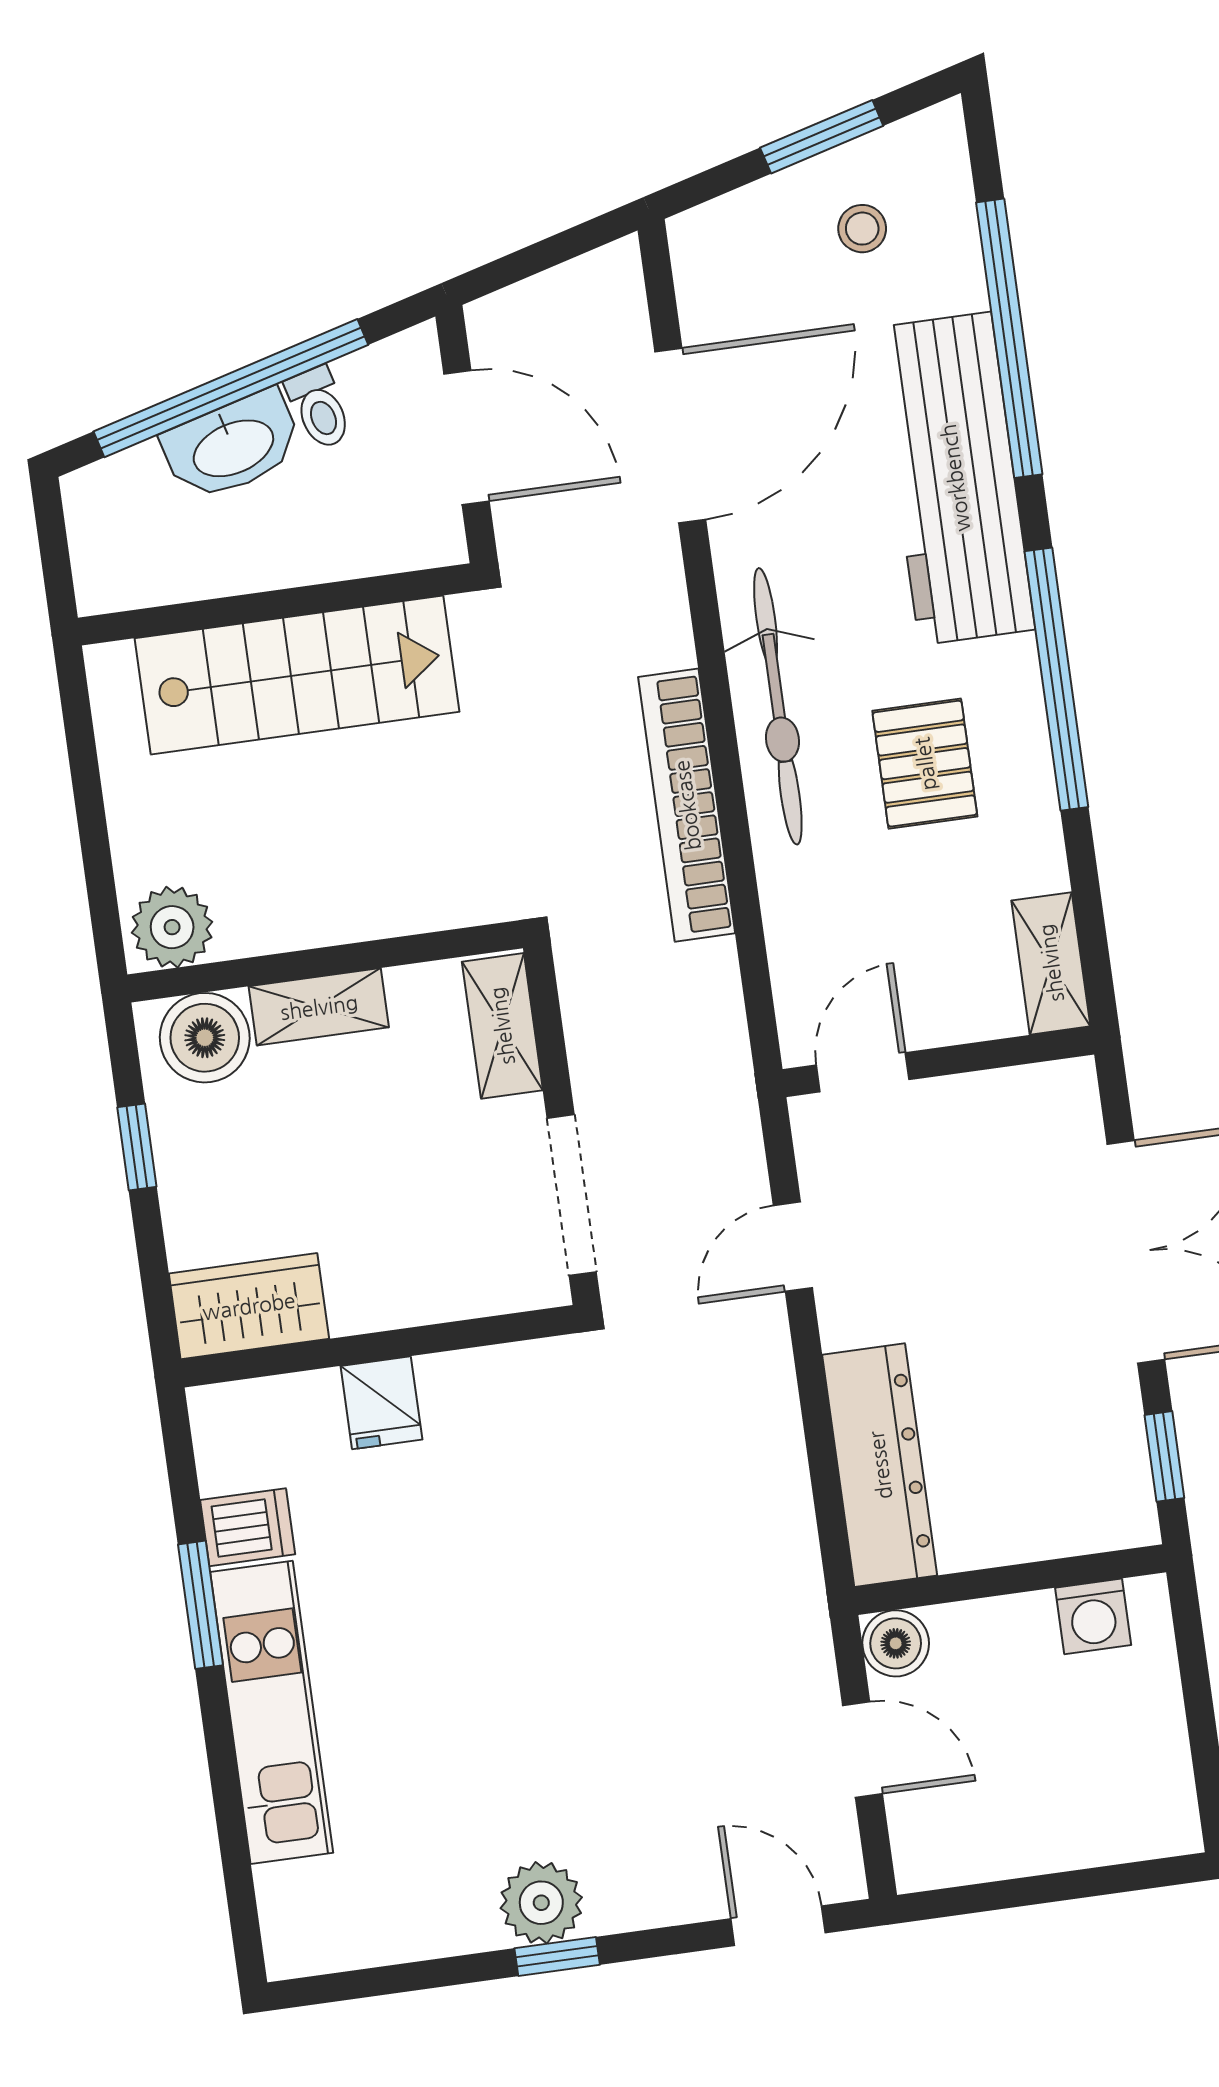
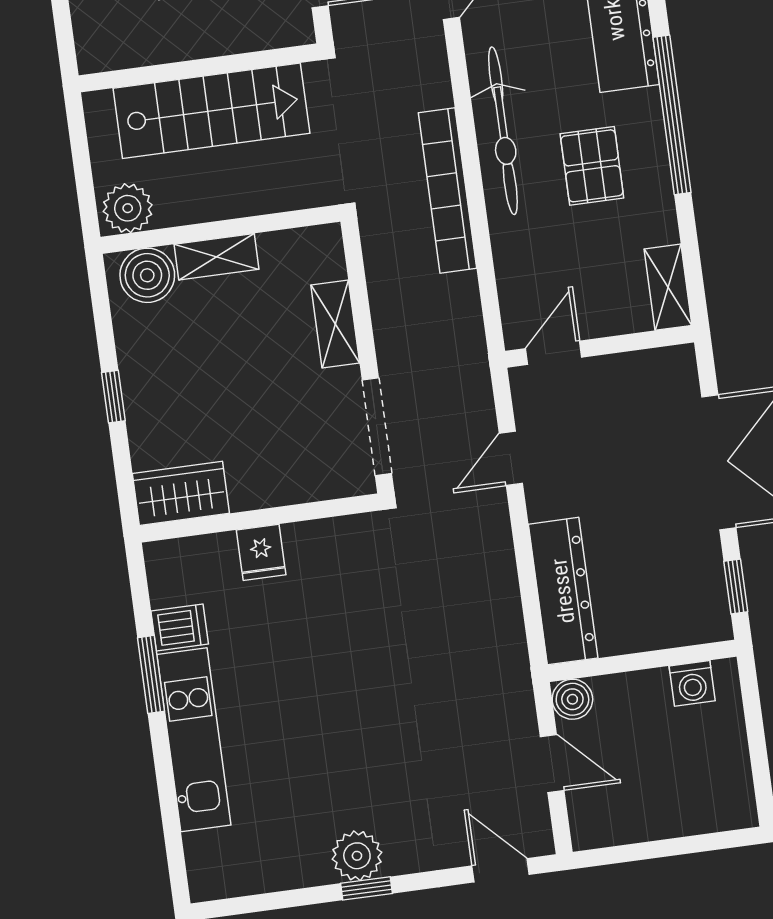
plant: (172, 927) -> (128, 208), moved
wall: (325, 961) -> (220, 229), moved
shelving: (319, 1007) -> (216, 257), moved
boiler: (205, 1038) -> (147, 275), moved

